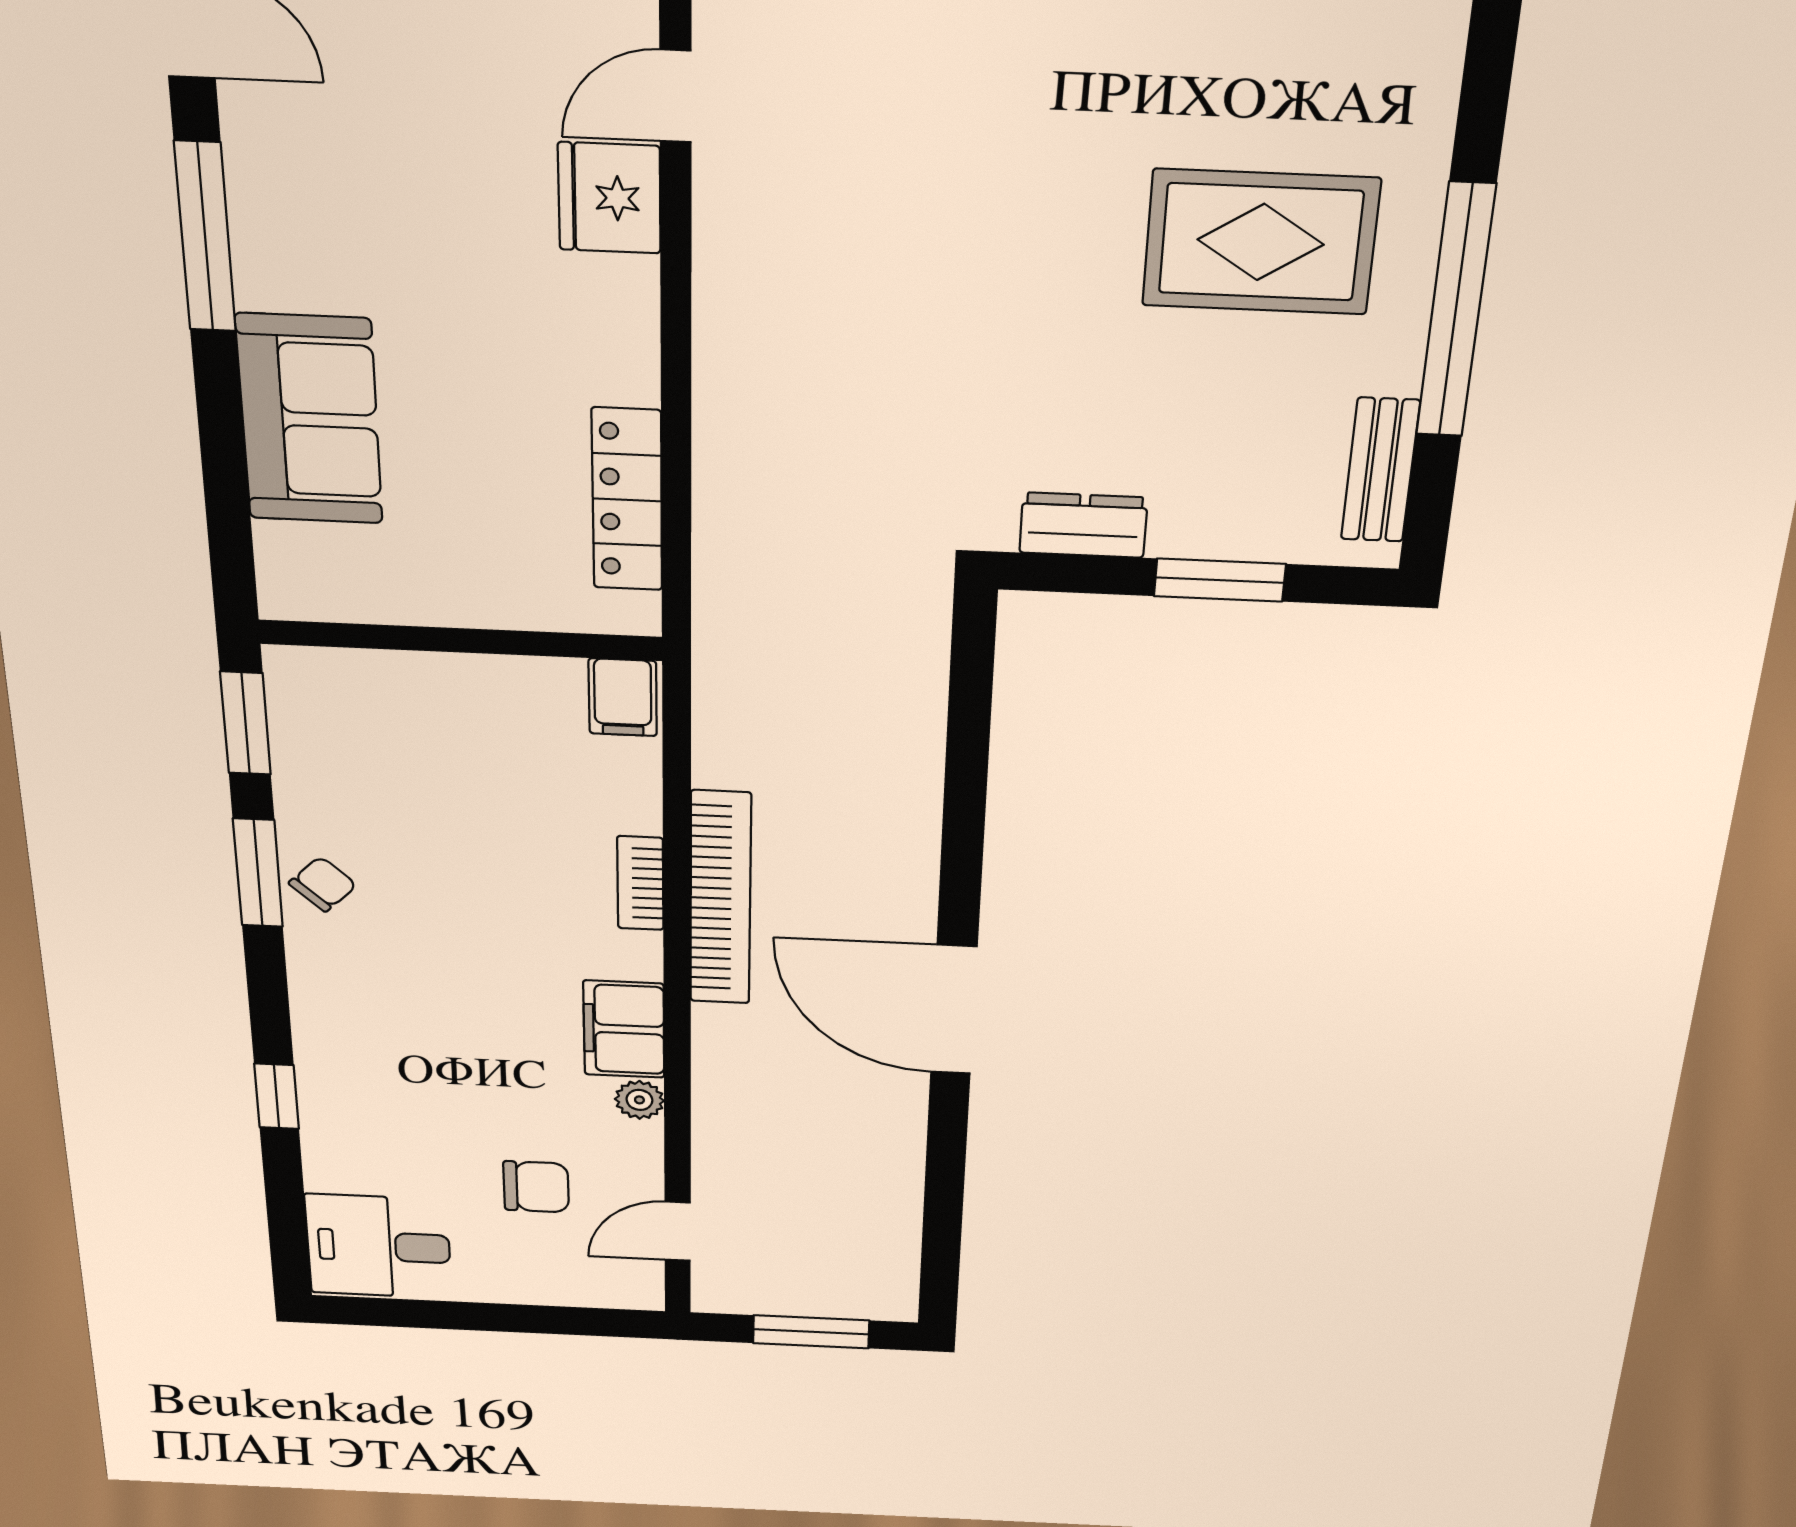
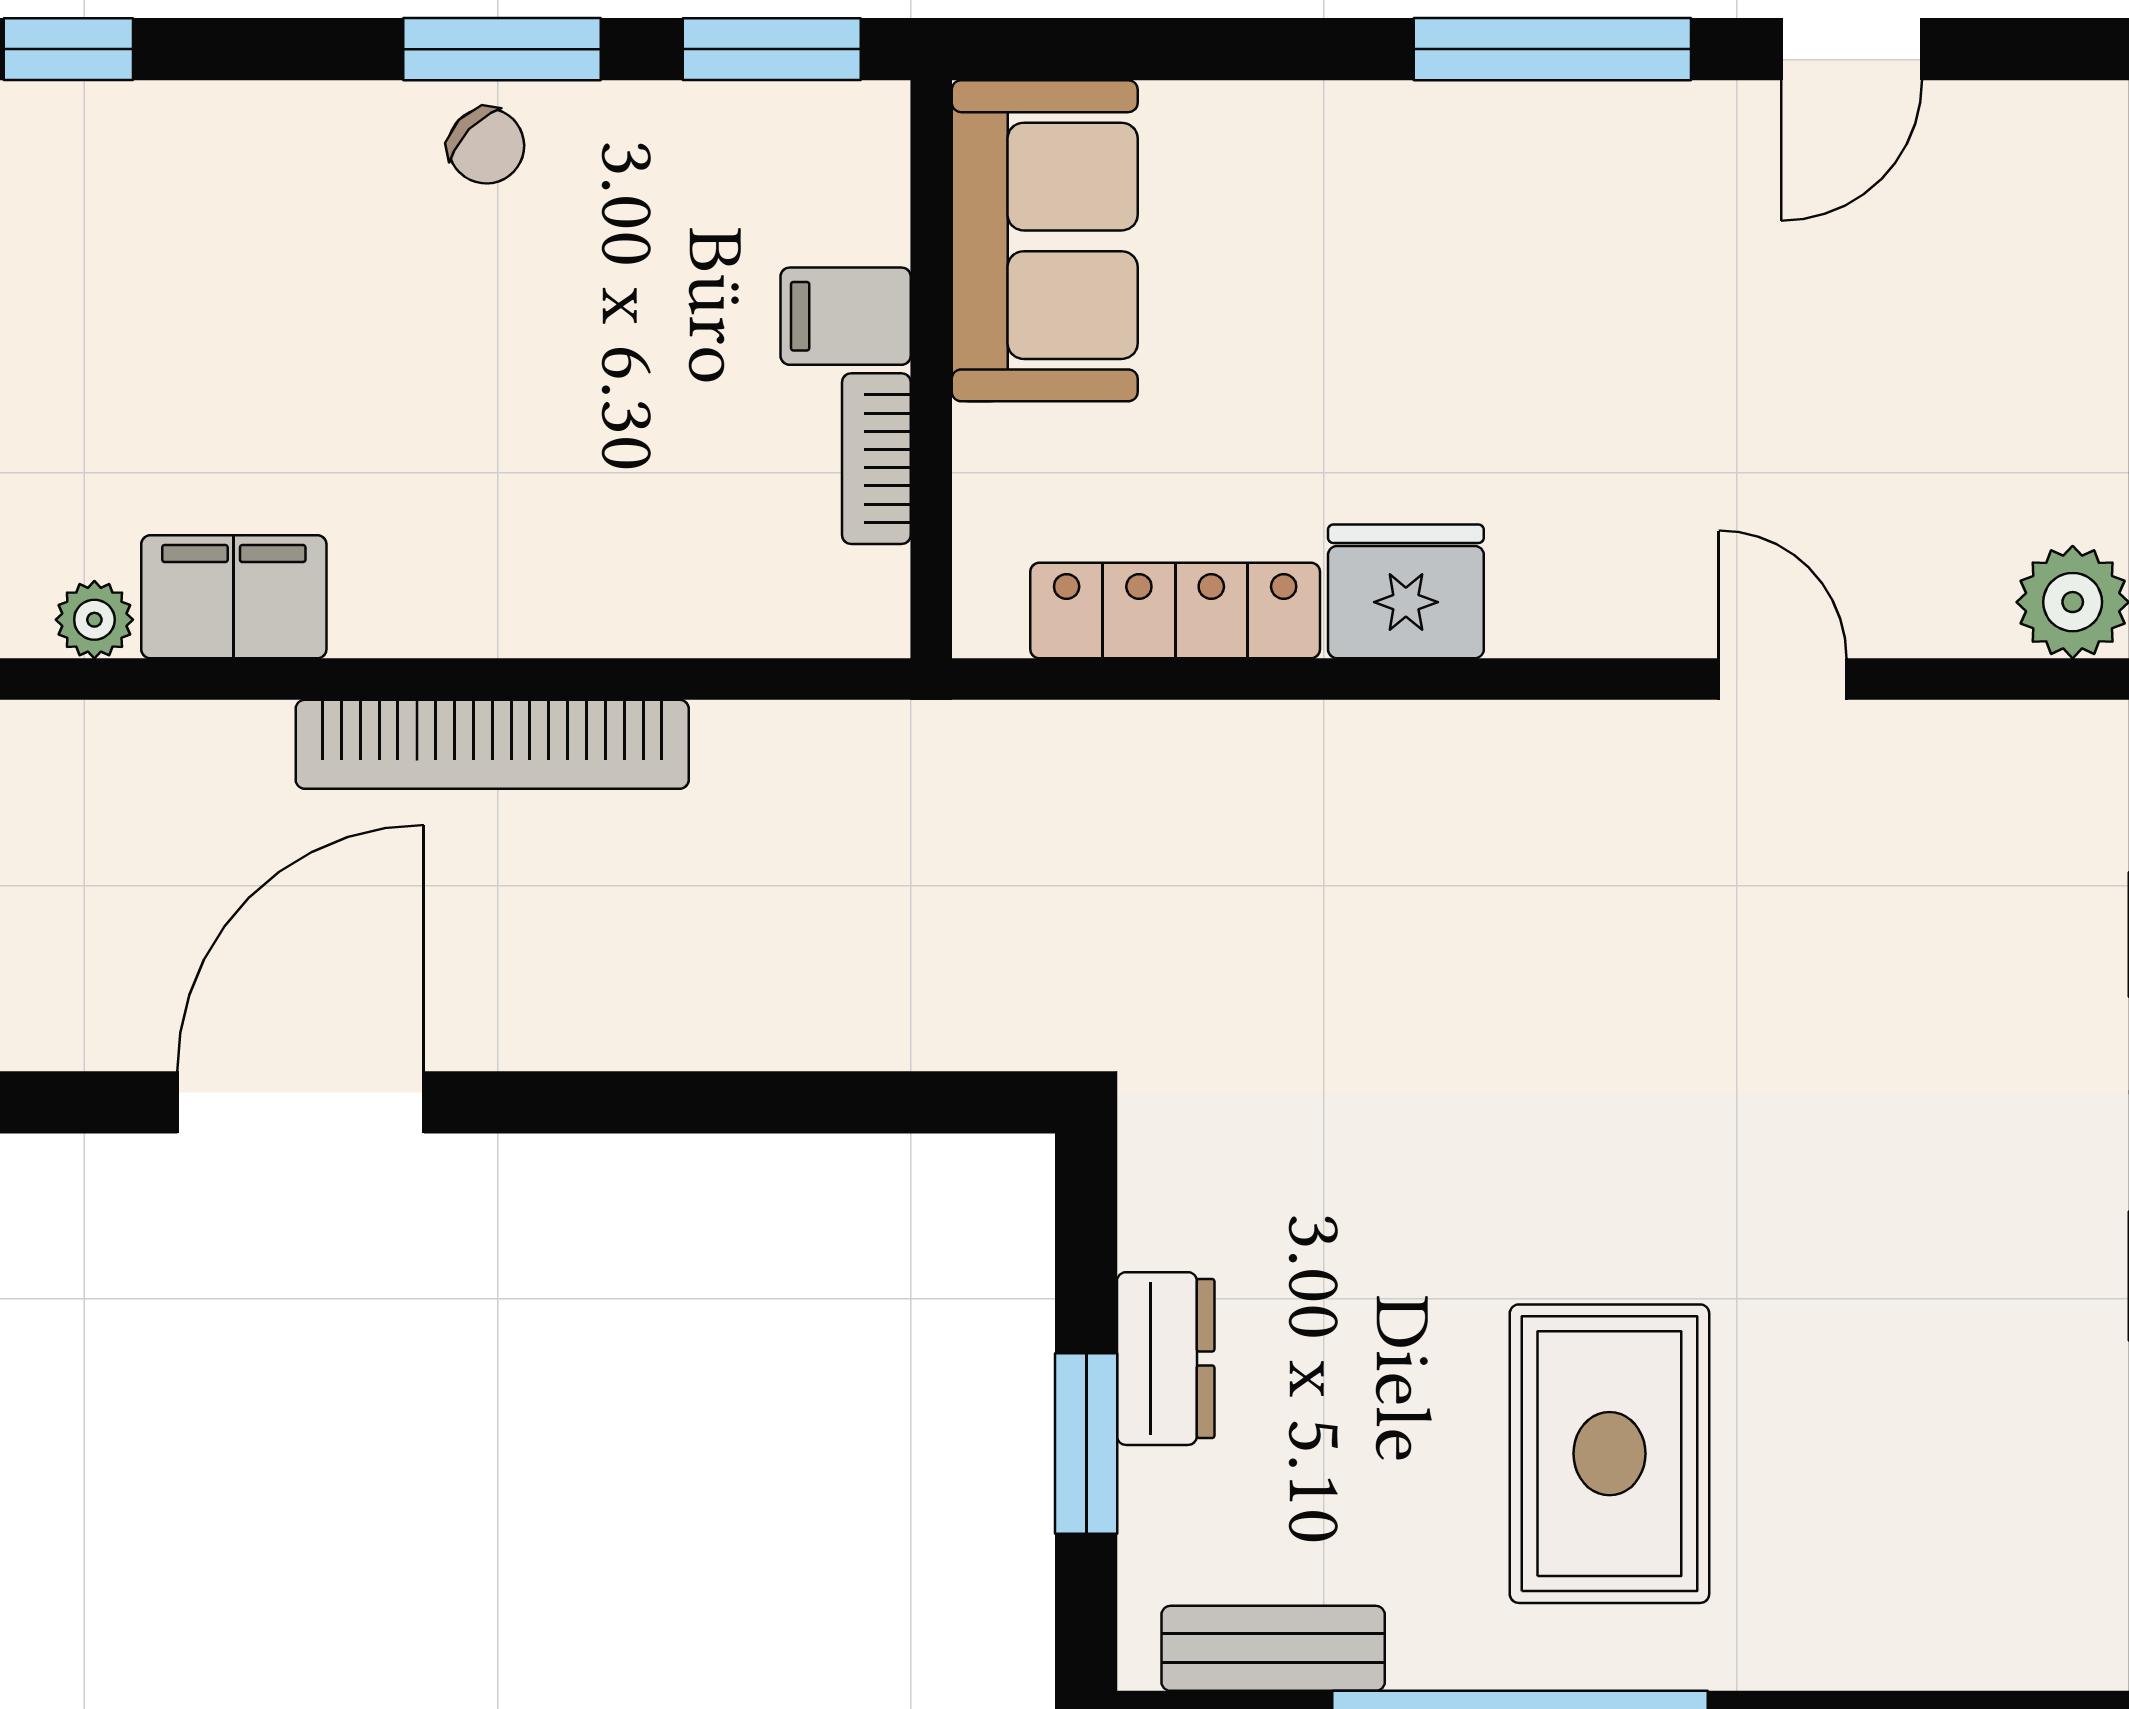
fridge: (609, 198) -> (1406, 591), moved
sofa: (310, 420) -> (1045, 241), moved, turned -90
dresser: (1083, 525) -> (1166, 1359), moved
filing cabinet: (623, 697) -> (846, 316), moved
bookcase: (640, 883) -> (876, 459), moved, turned -90

